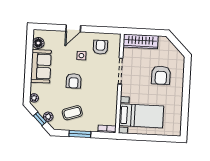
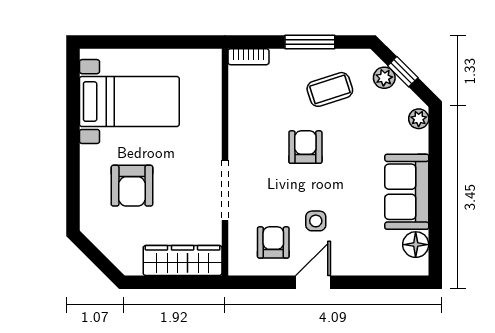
door: (73, 28) -> (313, 282), moved
armchair: (100, 47) -> (273, 242), turned 180
armchair: (161, 75) -> (132, 186), turned 180
armchair: (74, 81) -> (305, 147), moved
bed with nightstands: (141, 116) -> (129, 102), moved, turned 180

